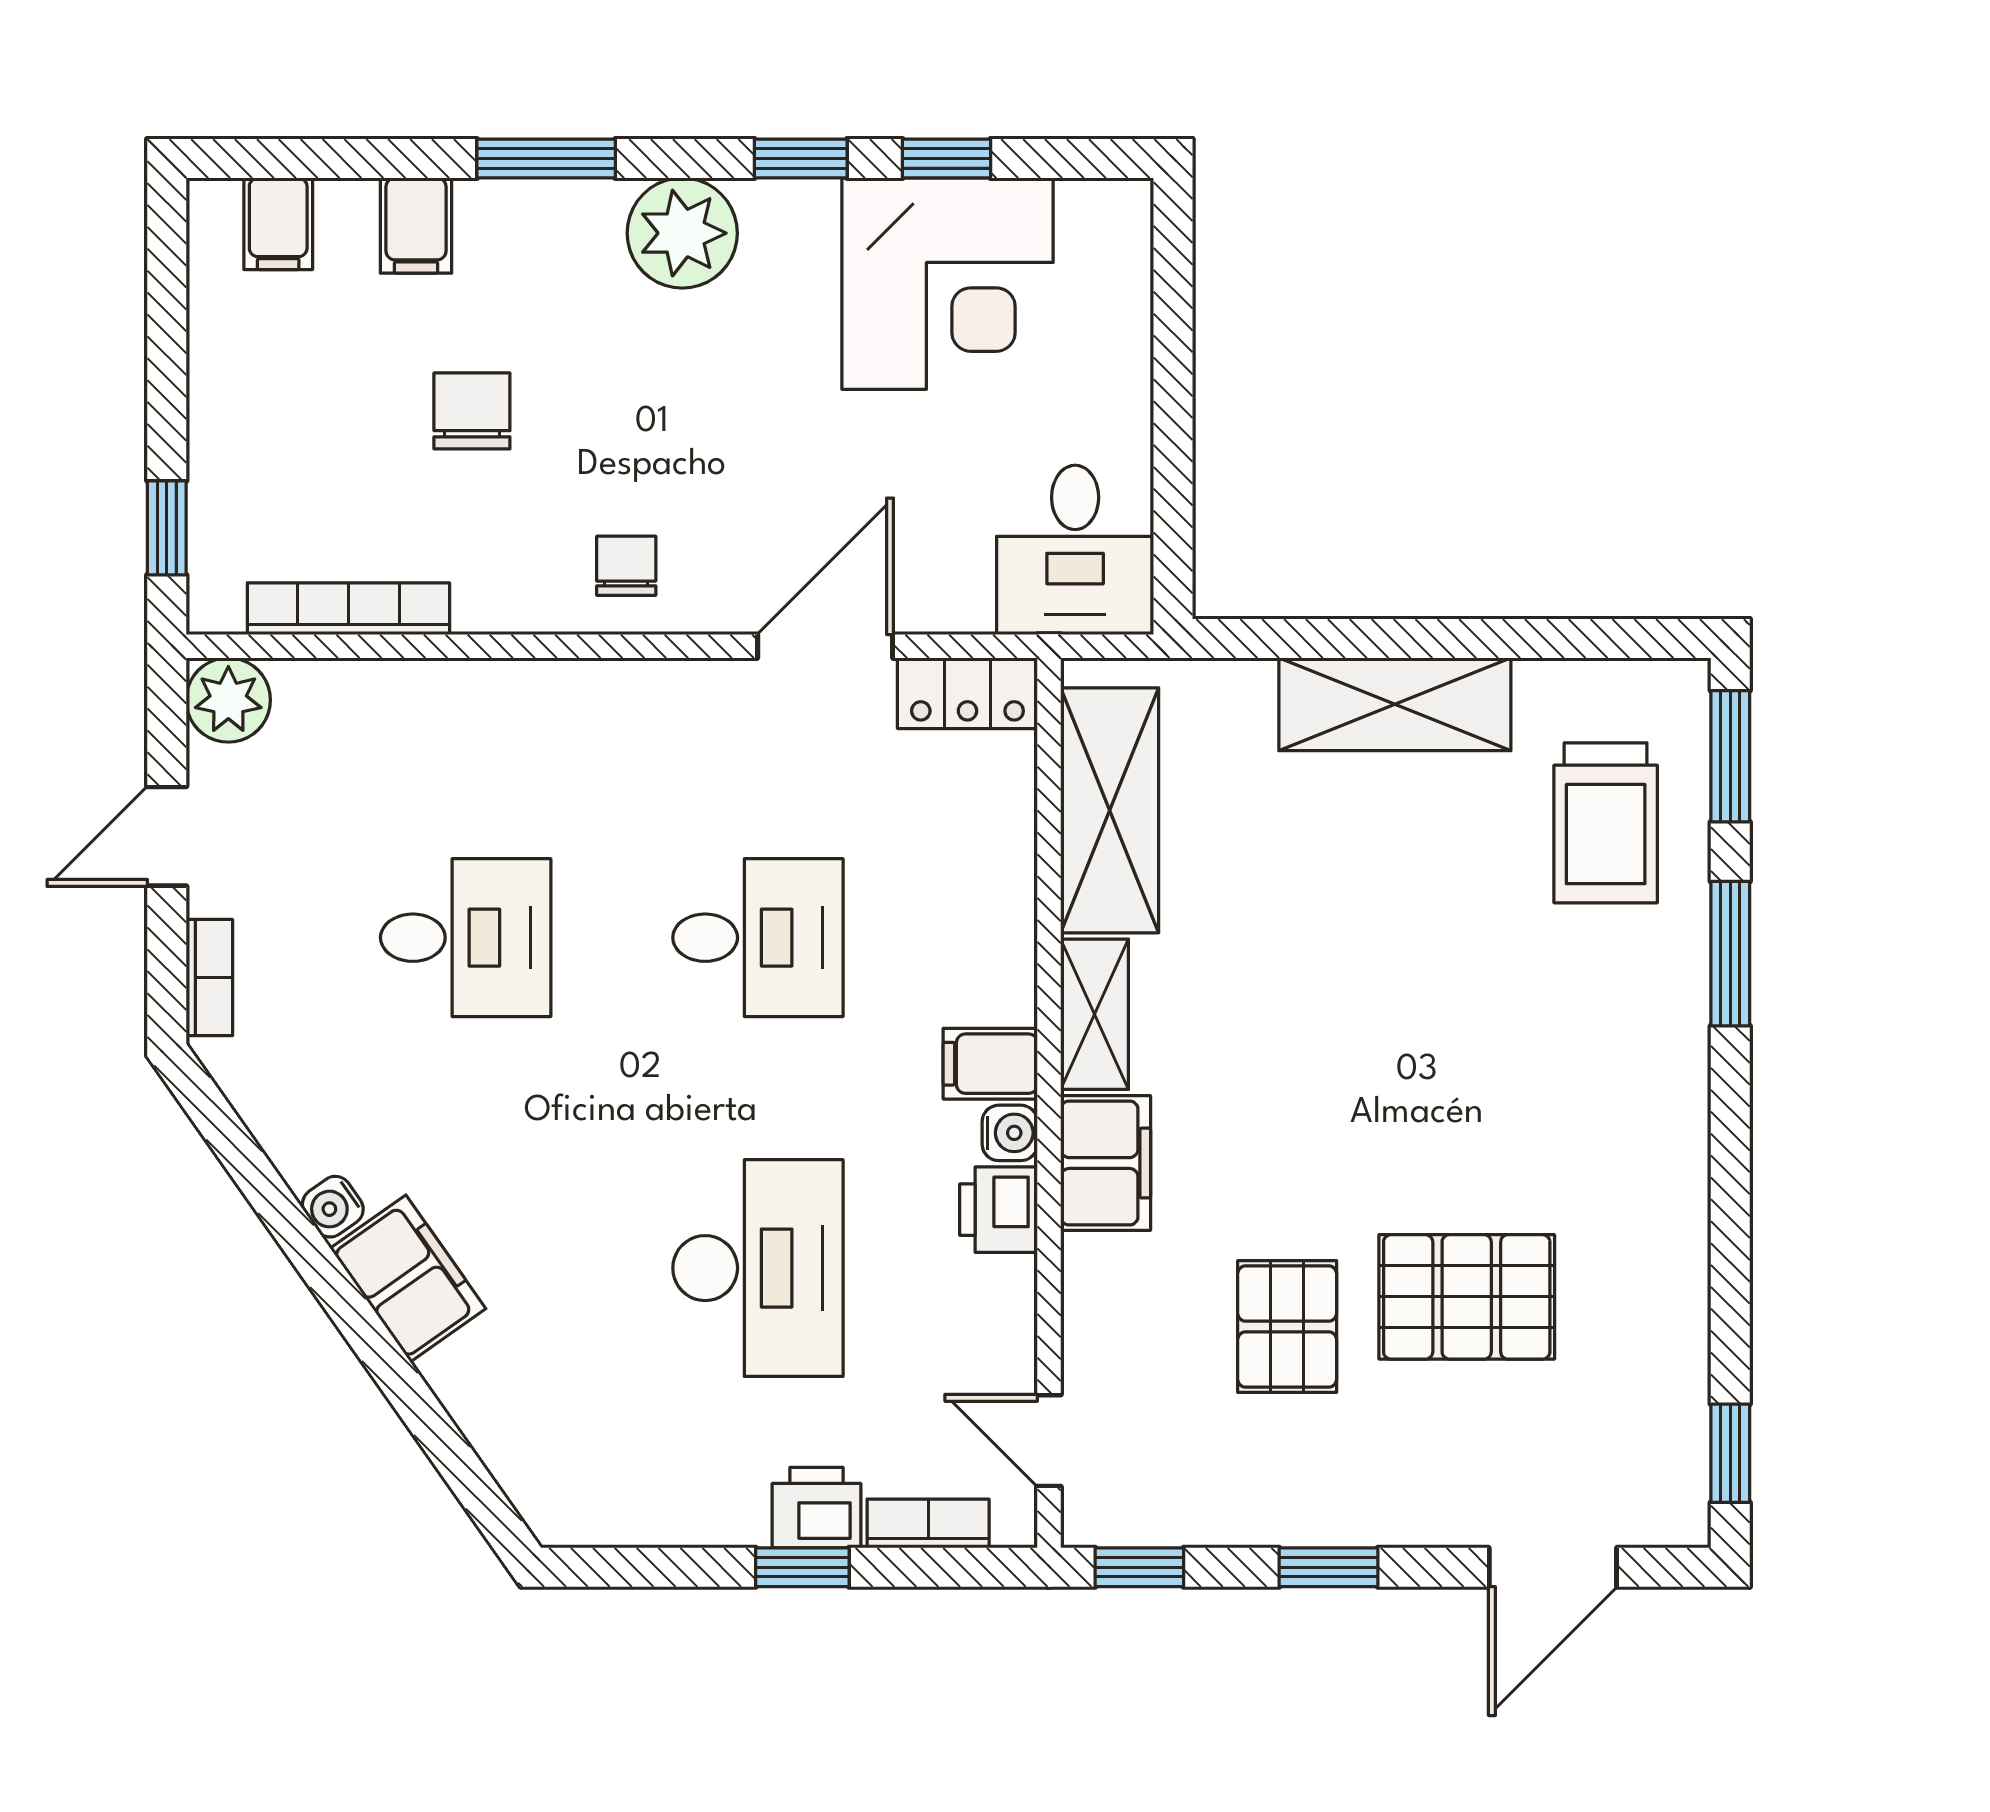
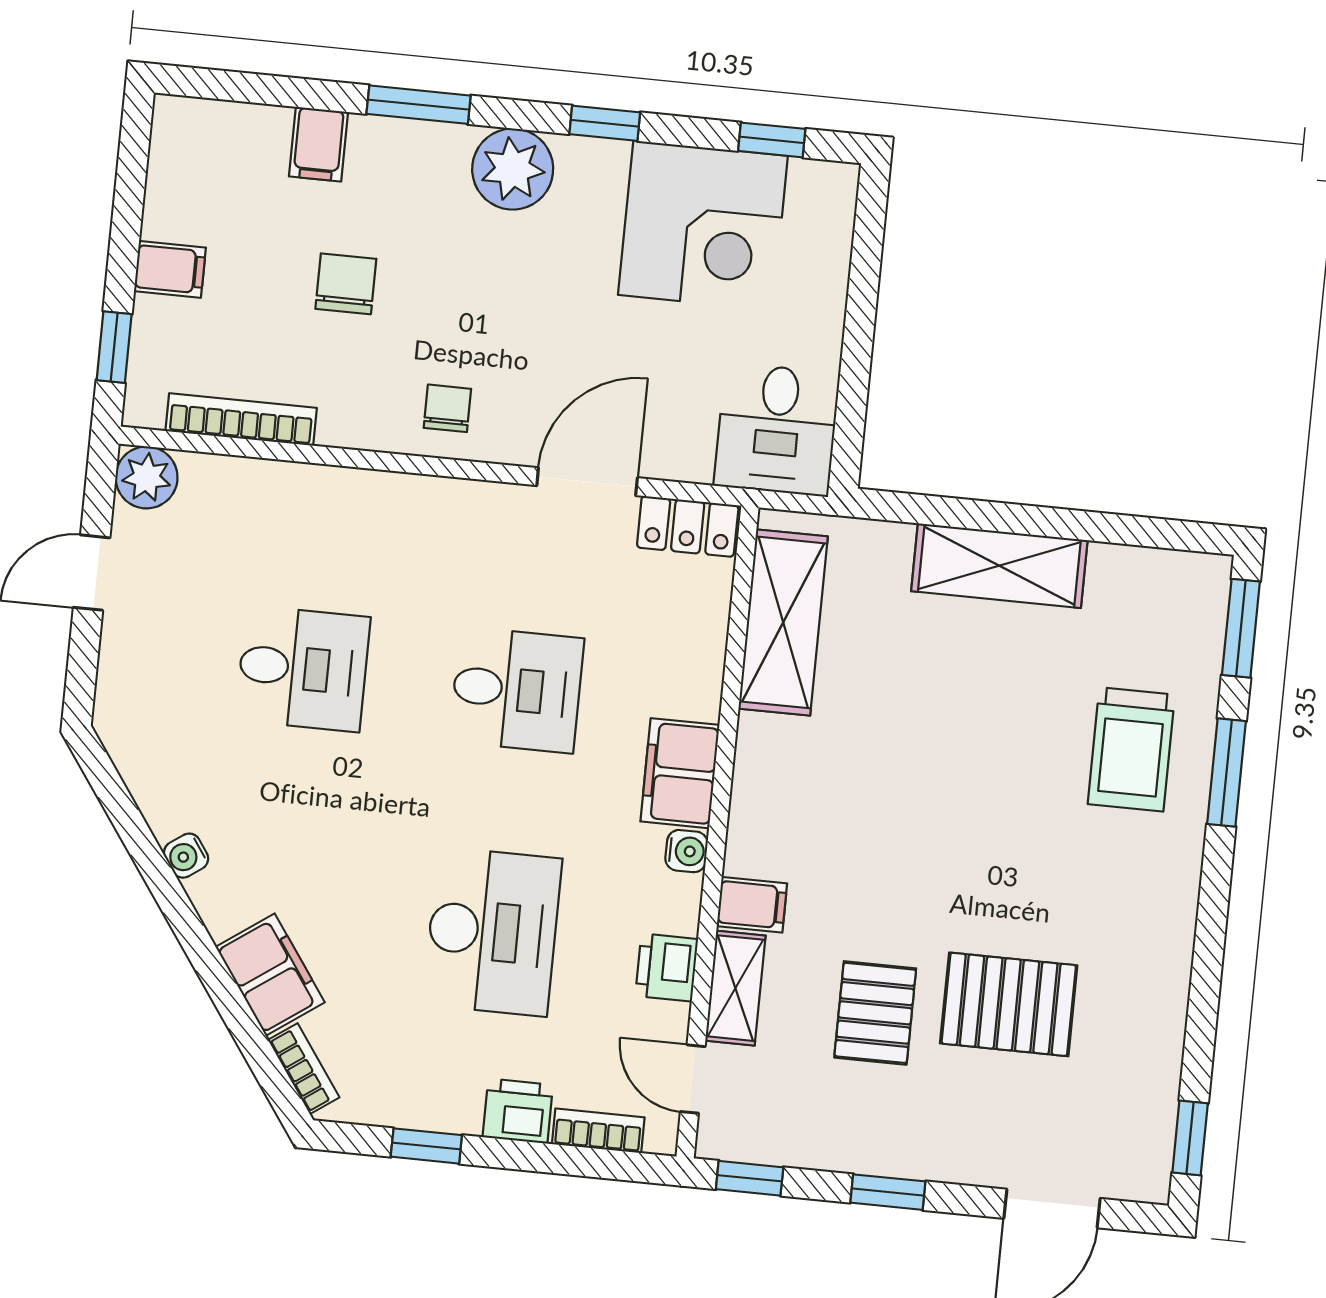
window: (946, 159) -> (772, 140), moved
filing cabinet: (278, 224) -> (170, 269), moved, turned -90
trolley: (1606, 823) -> (1131, 749), moved
bookcase: (209, 978) -> (304, 1069), moved, turned -35
shelving: (1095, 1014) -> (735, 988), moved
filing cabinet: (990, 1064) -> (680, 773), width x2.00
filing cabinet: (1106, 1163) -> (752, 905), width x0.50
printer: (999, 1210) -> (667, 967), moved
filing cabinet: (408, 1278) -> (270, 975), moved
window: (802, 1567) -> (426, 1146), moved

